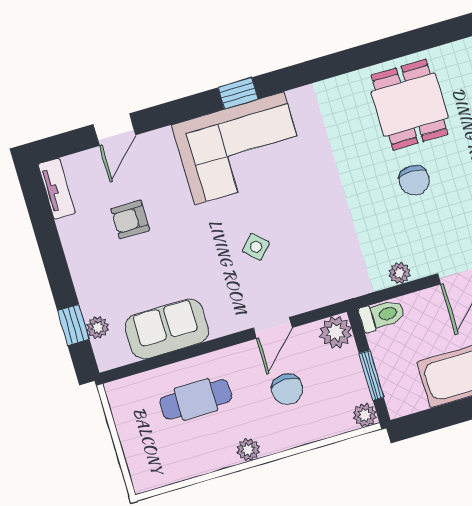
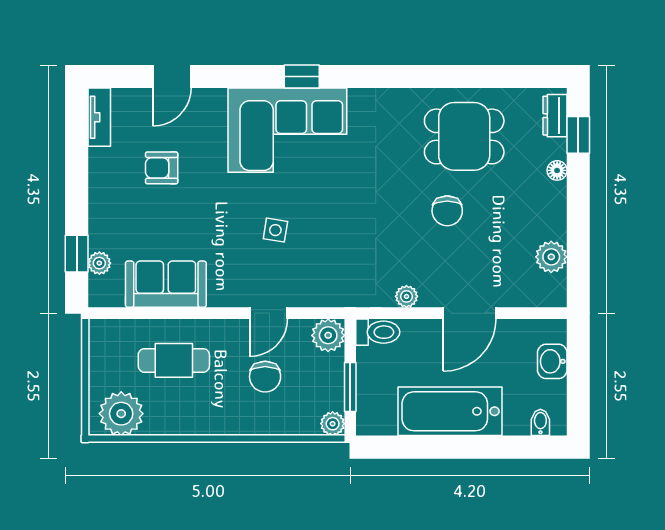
dining table: (409, 105) -> (464, 136), turned 90
side table: (256, 247) -> (275, 230), turned -34
plant: (248, 450) -> (121, 414), moved, width x1.88, depth x1.88

